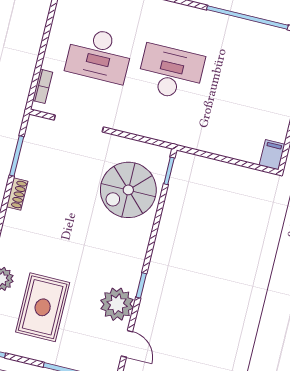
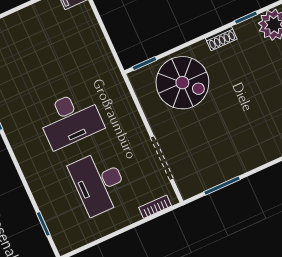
desk: (99, 55) -> (99, 183), turned 180
desk: (171, 72) -> (70, 119), turned -90
shoe rack: (17, 194) -> (221, 39), moved, turned 180

